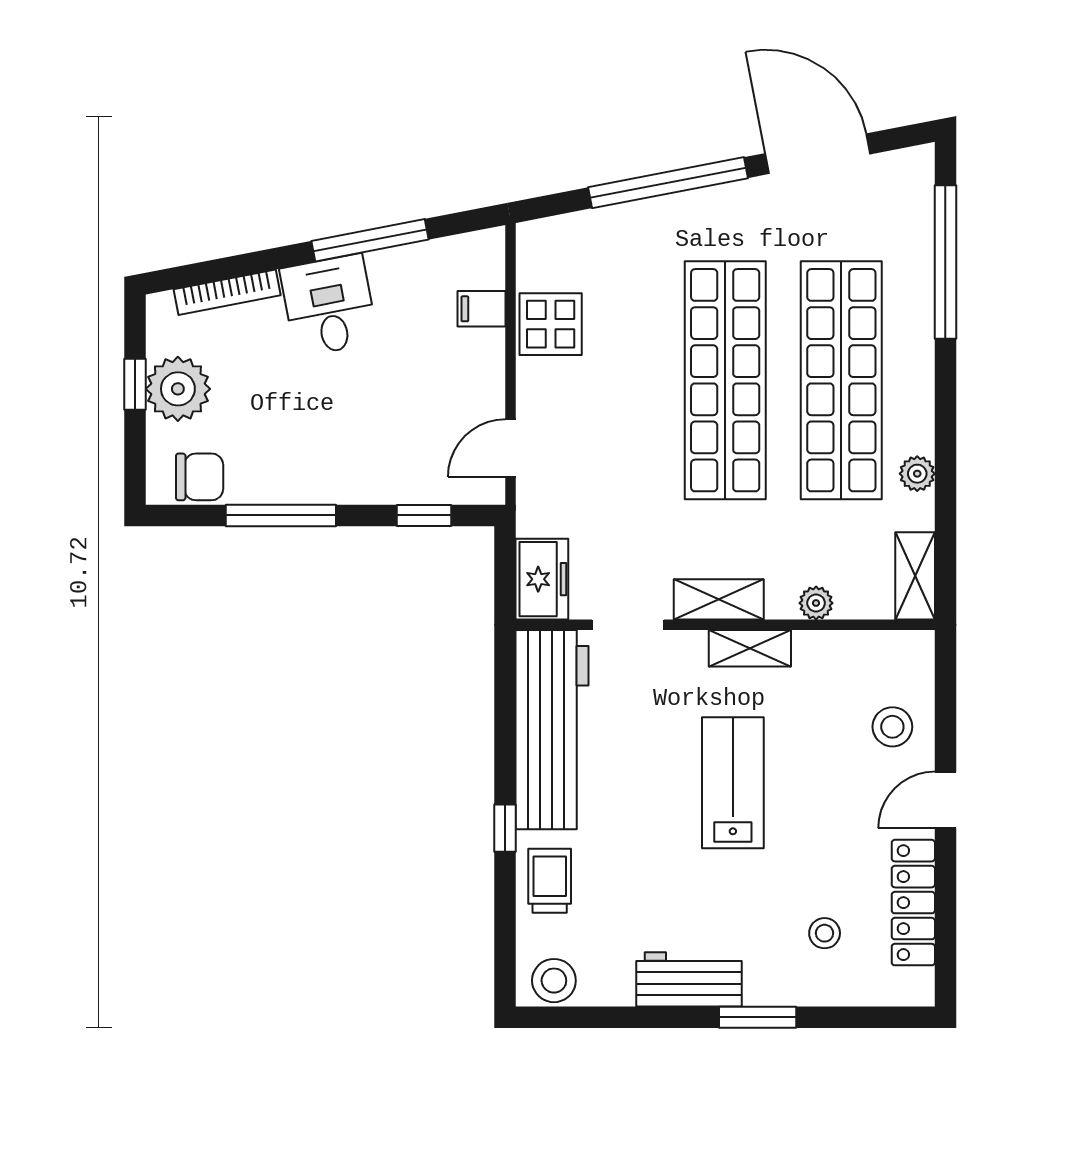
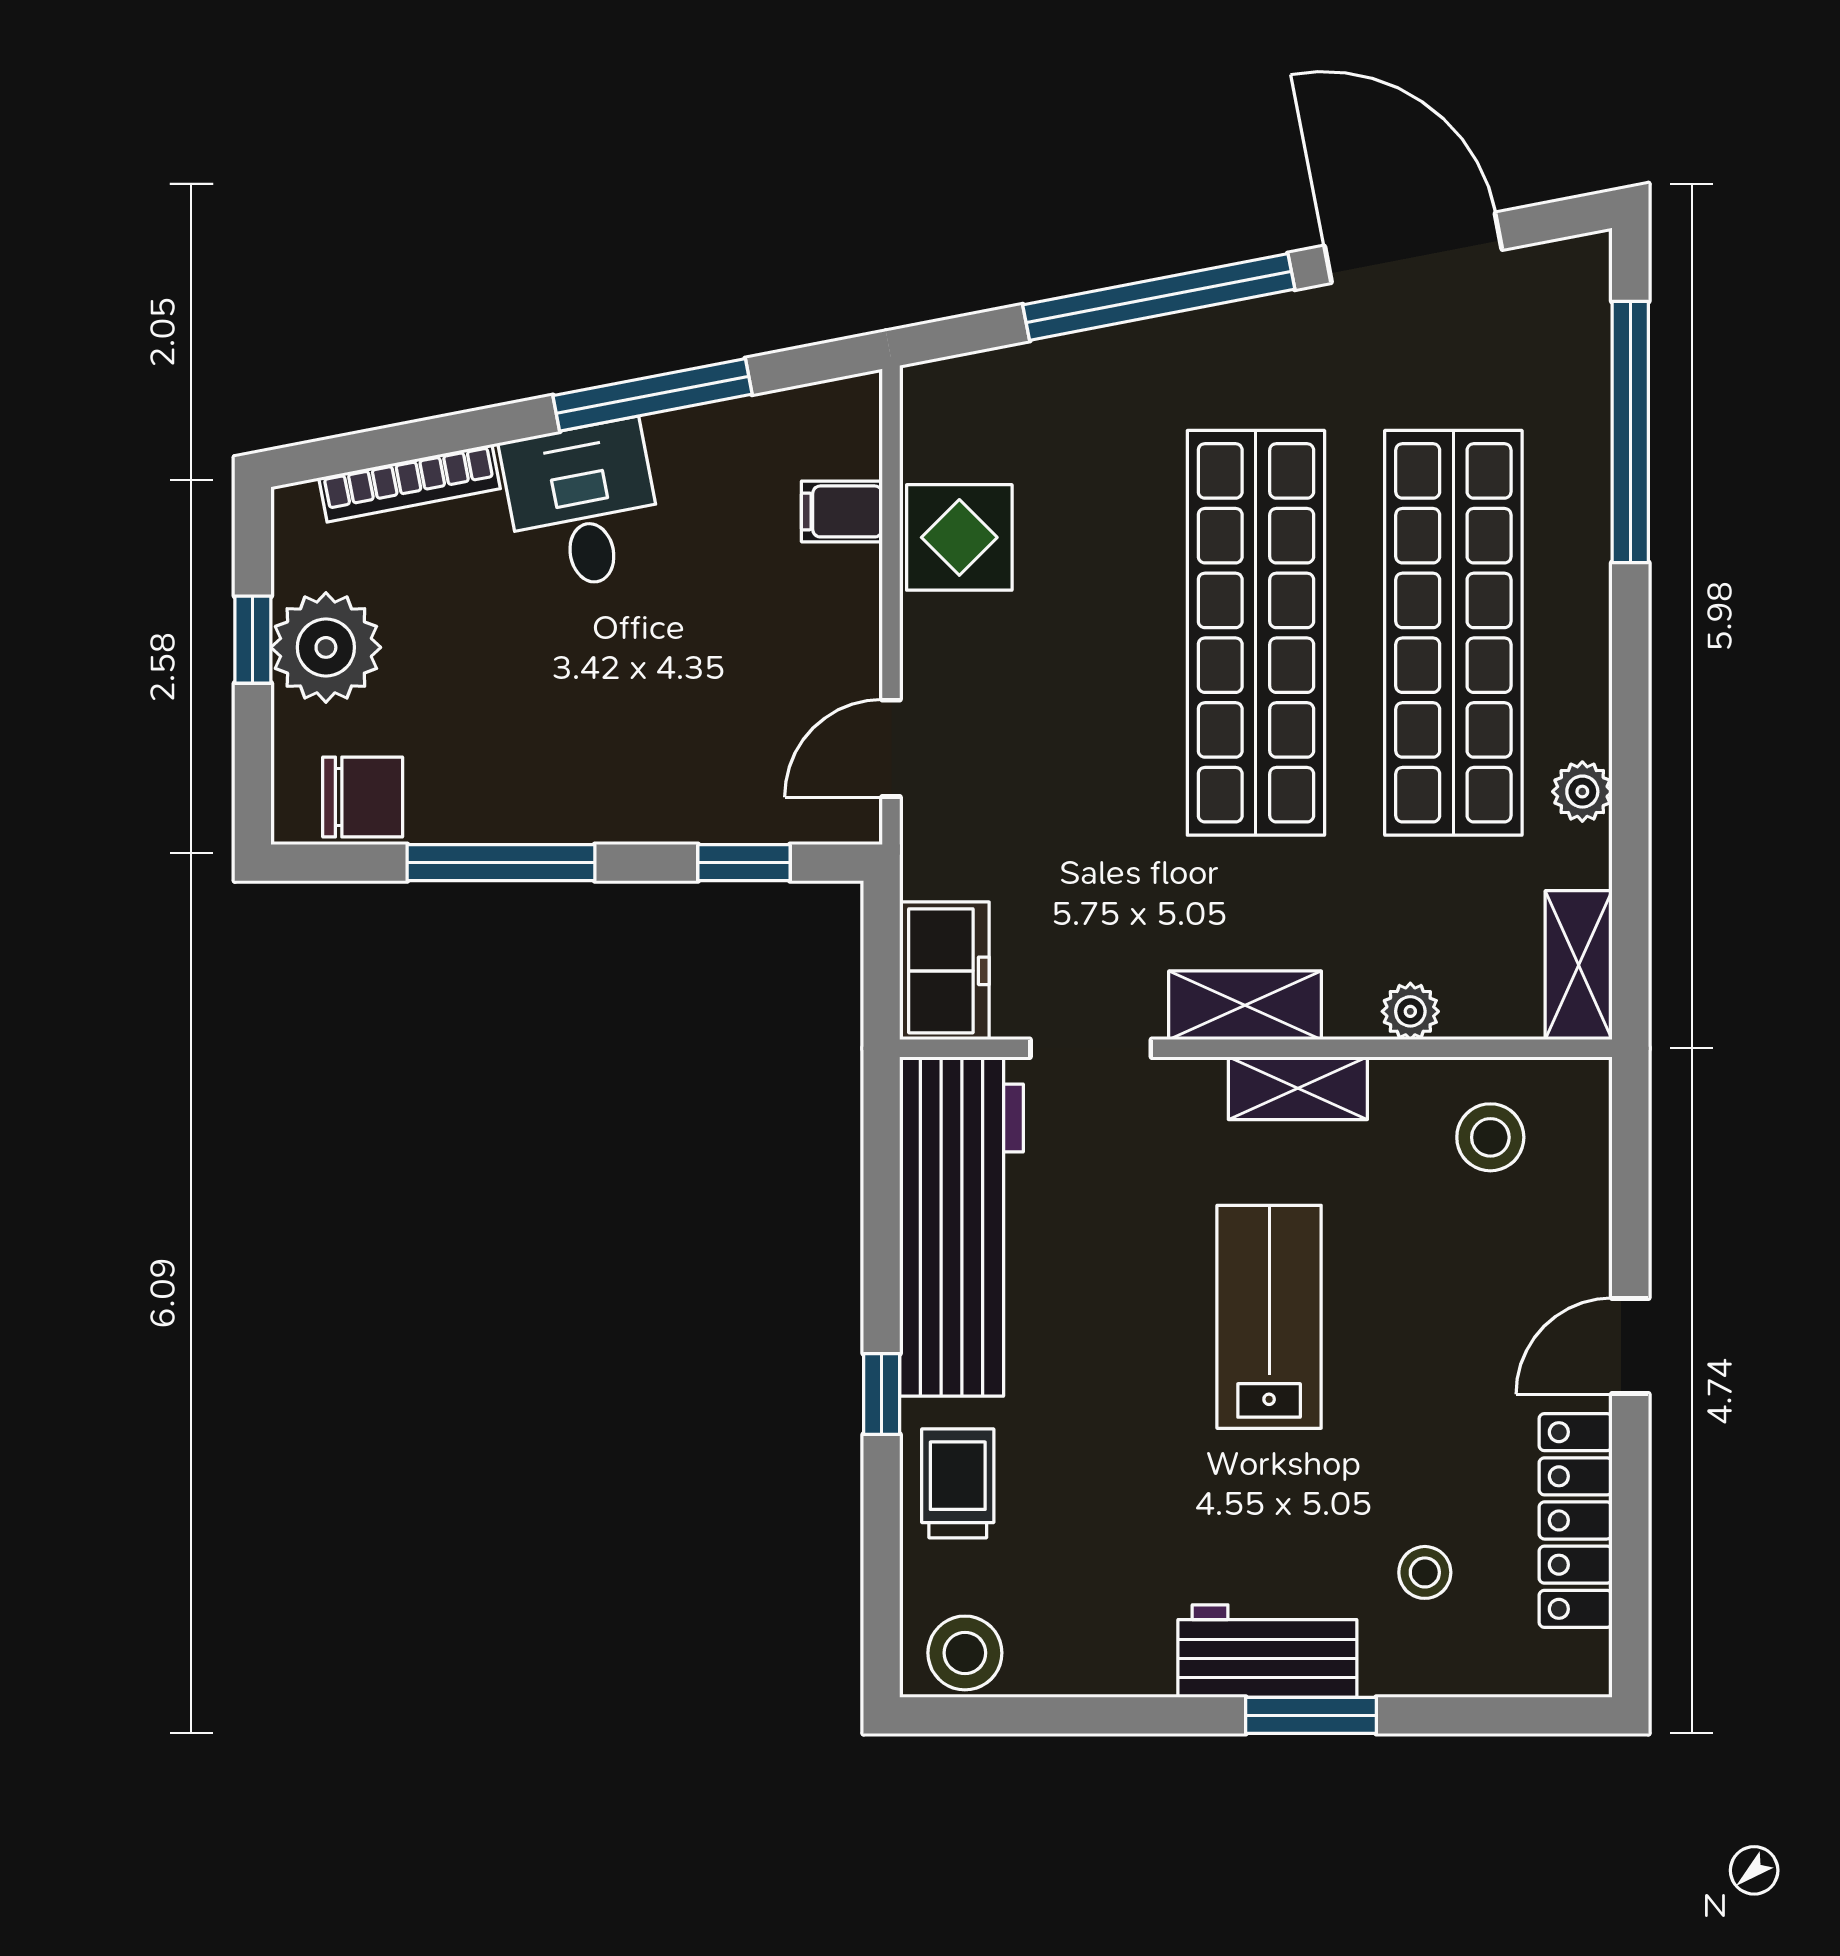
stool: (892, 727) -> (1490, 1137), moved
workbench: (689, 979) -> (1267, 1651), moved

